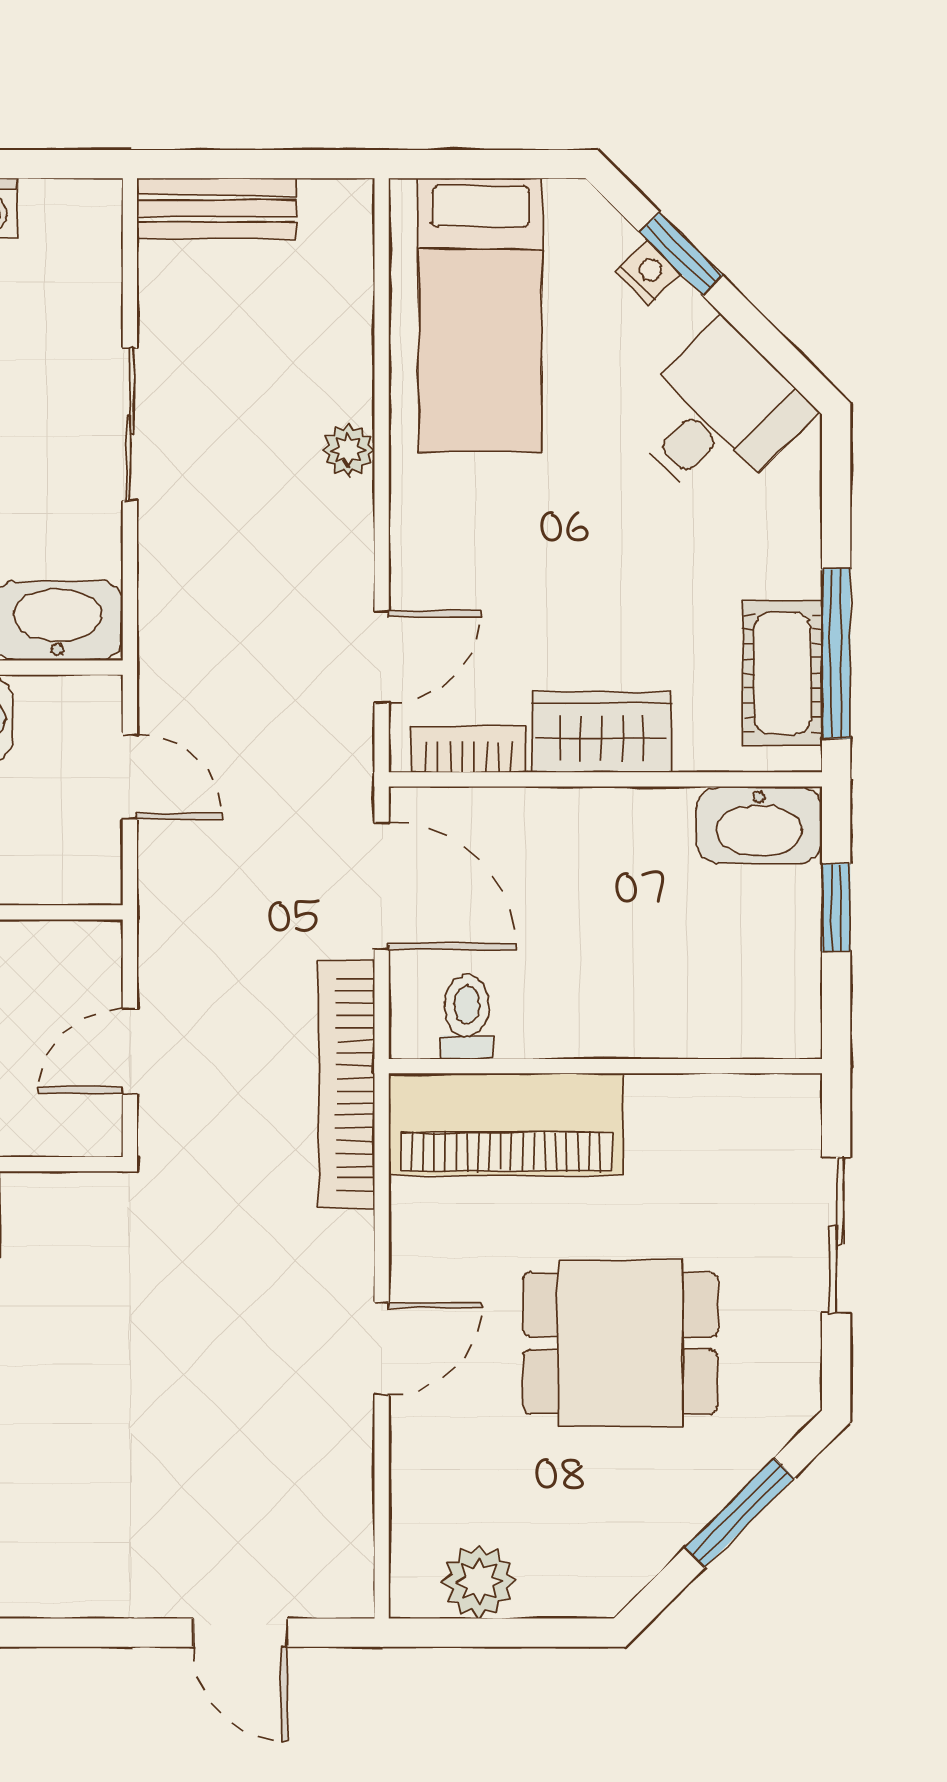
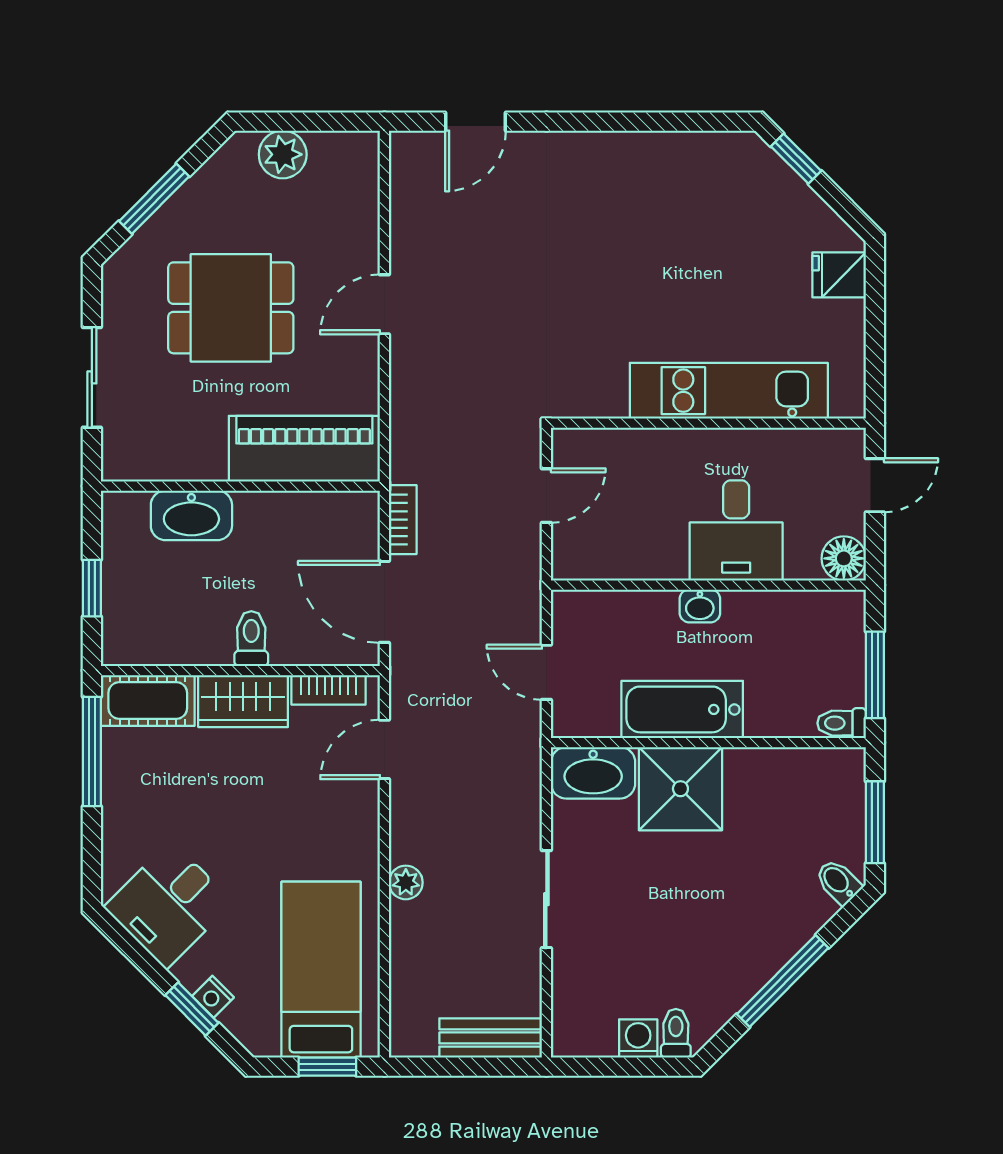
window: (470, 164) -> (327, 1067), added
cot: (783, 673) -> (148, 701), moved, turned 90
washbasin: (759, 825) -> (191, 515), moved, turned 180
toilet: (467, 1017) -> (251, 639), moved, turned 180
bookcase: (347, 1084) -> (403, 520), width x0.43, depth x0.76
plant: (479, 1582) -> (283, 154), moved
door: (240, 1633) -> (475, 122), swing flipped

